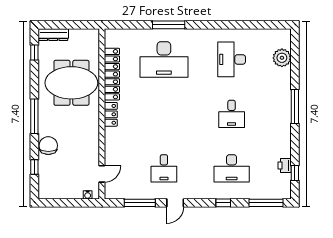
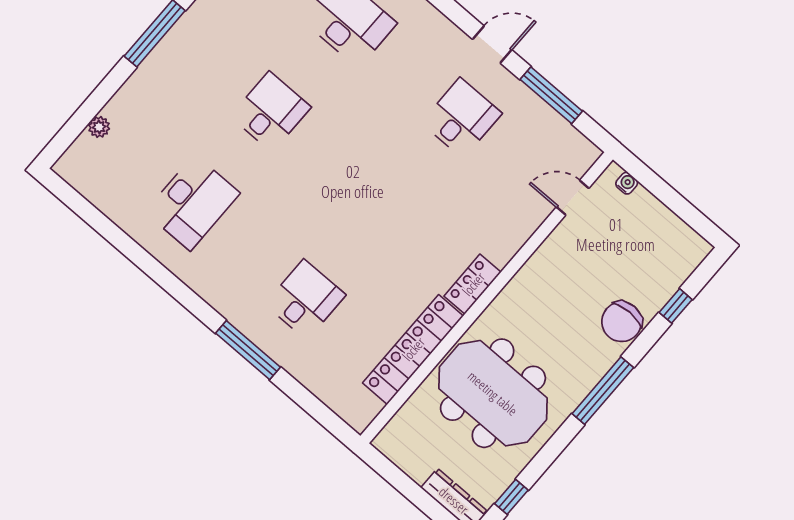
plant: (282, 58) -> (99, 127), width x0.53, depth x0.53
desk: (164, 59) -> (305, 300), width x0.53, depth x0.77

